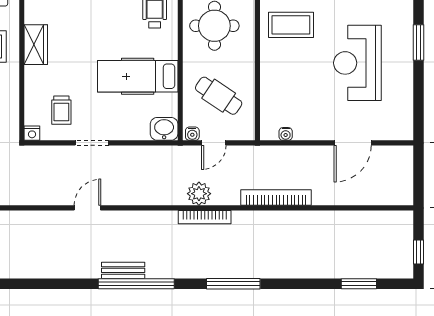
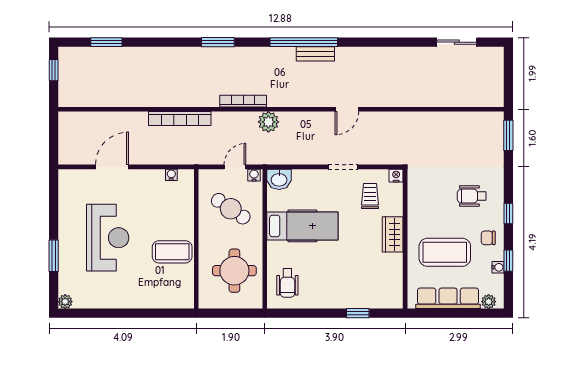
coffee table: (291, 25) -> (172, 252), moved
wardrobe: (36, 45) -> (393, 234), moved
plant: (199, 194) -> (268, 122), moved
window: (233, 284) -> (218, 42), width x0.69

